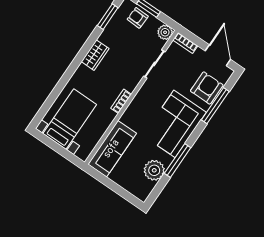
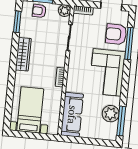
wardrobe: (95, 55) -> (23, 54), width x1.50
armchair: (207, 88) -> (116, 34), turned -90
window: (178, 160) -> (121, 121), moved

